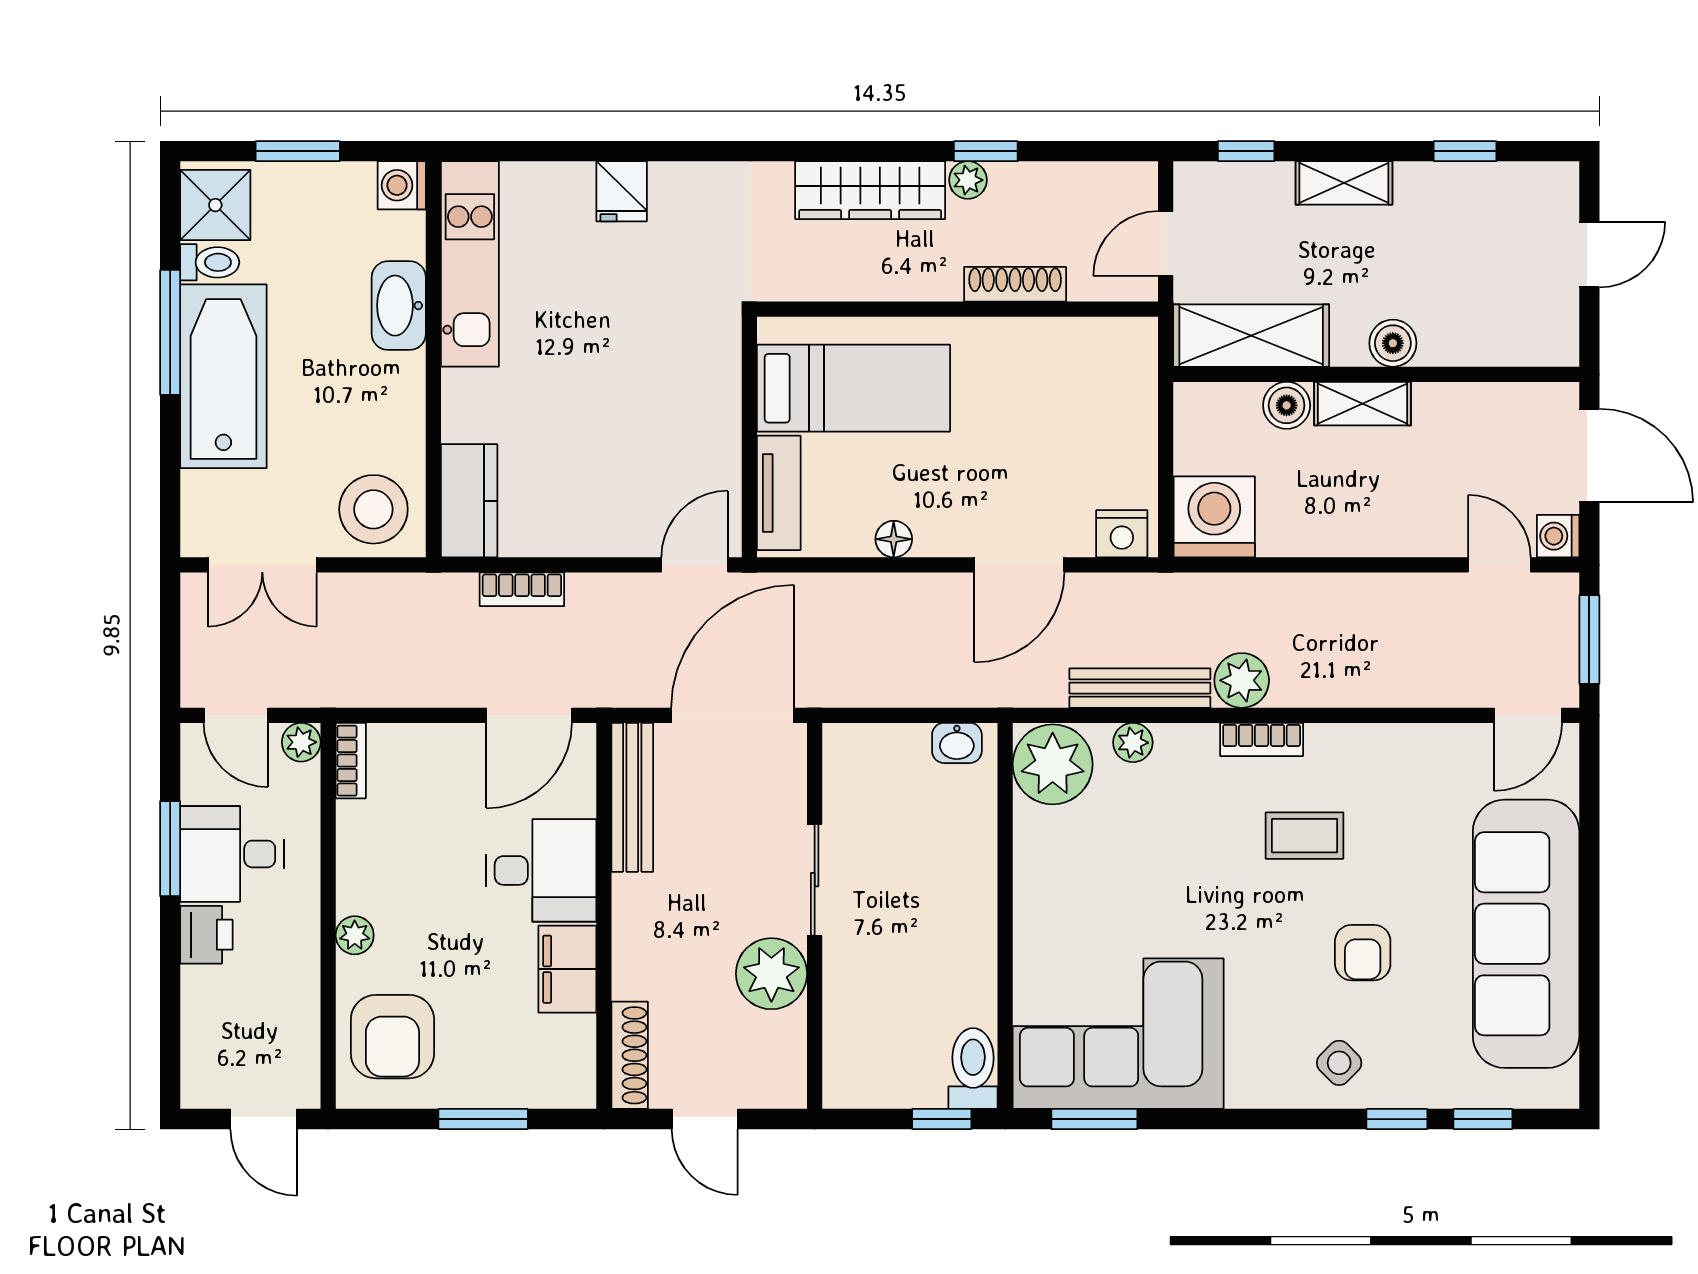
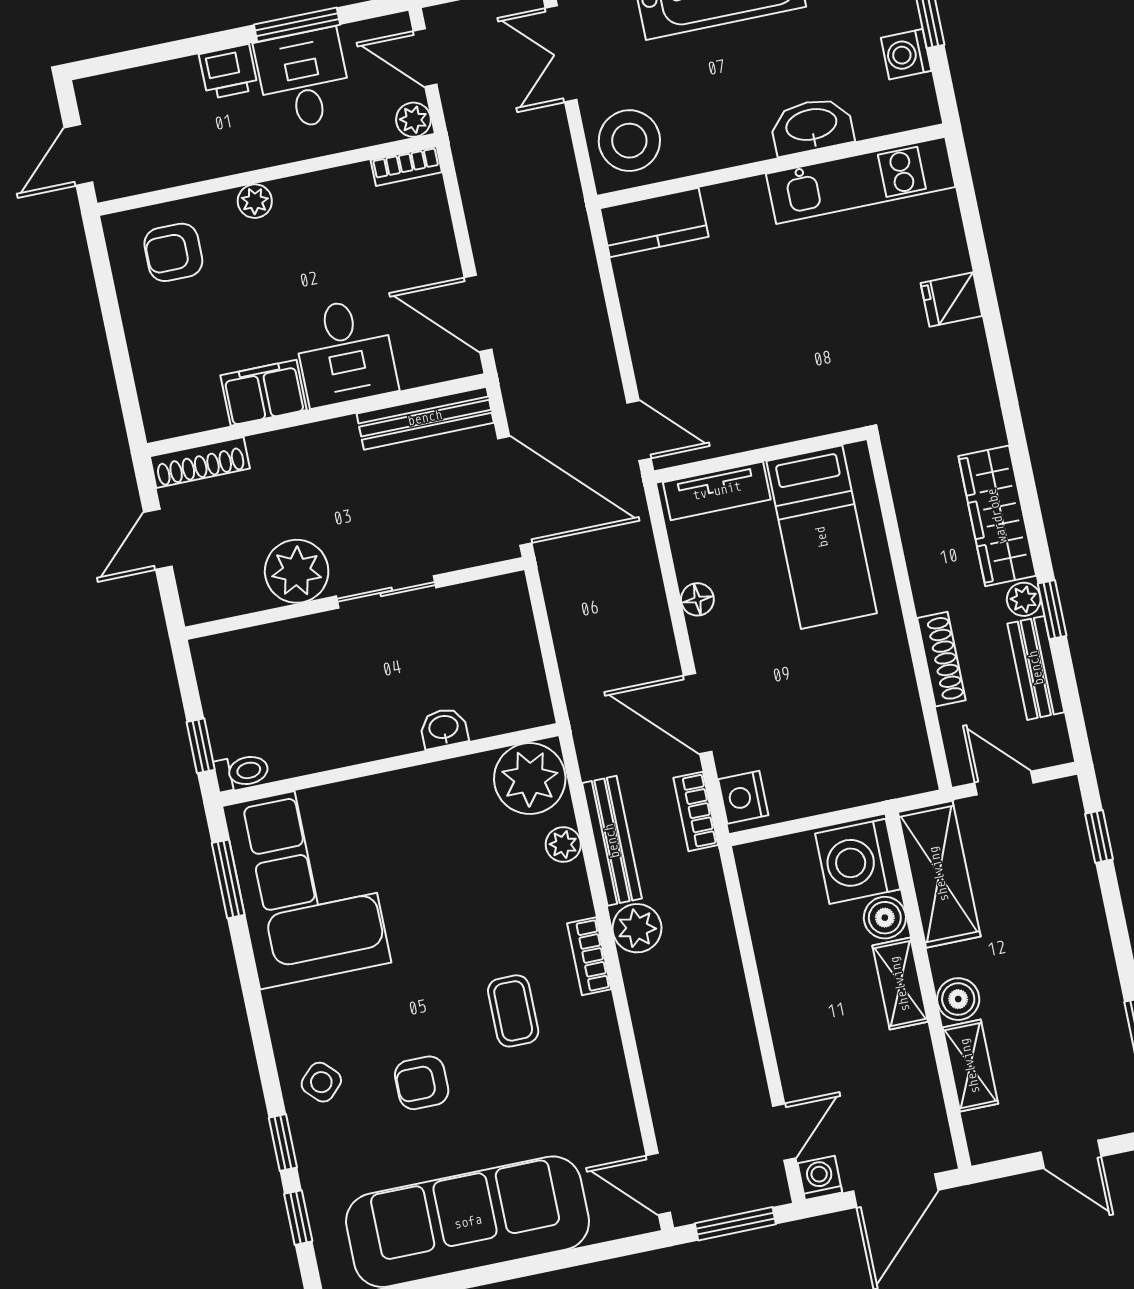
bench: (1046, 182) -> (1036, 668), added
shelving: (1344, 183) -> (970, 1066), moved
washing machine: (402, 185) -> (906, 54), moved, turned -90
washing machine: (1214, 517) -> (858, 861), moved, turned 180
bookcase: (522, 589) -> (696, 811), moved
door: (236, 715) -> (425, 58), hinge flipped
washbasin: (957, 743) -> (444, 728), moved, turned 90
armchair: (392, 1037) -> (173, 252), width x0.72, depth x0.72
toilet: (973, 1069) -> (242, 772), width x0.73, depth x0.72
window: (483, 1119) -> (118, 346), removed

